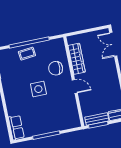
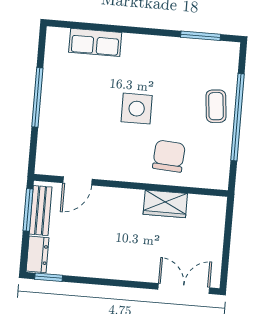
wardrobe: (77, 59) -> (165, 204), width x0.67
door: (75, 86) -> (77, 181), moved
row of seats: (16, 127) -> (95, 42), moved

